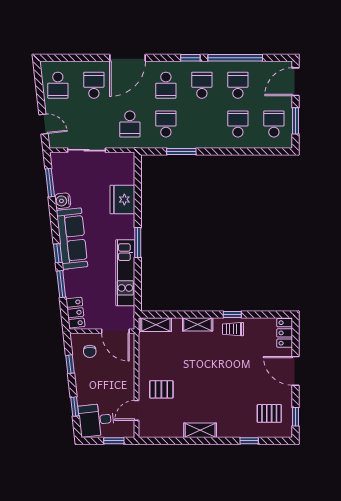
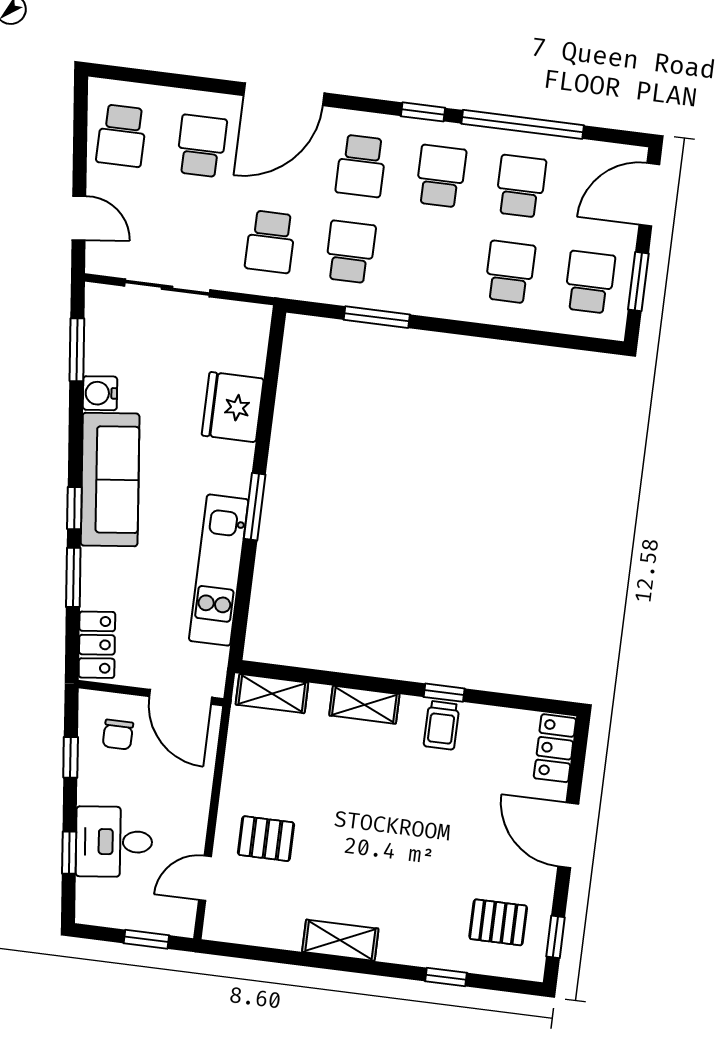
trolley: (233, 329) -> (441, 725), turned -90
desk: (96, 420) -> (114, 842), moved

